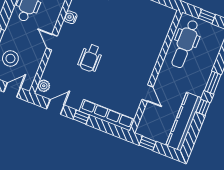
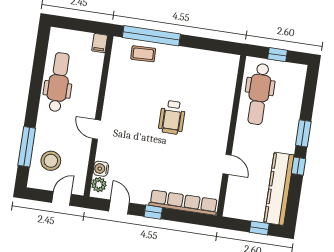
water cooler: (70, 17) -> (101, 169), moved
wheelchair: (90, 58) -> (172, 117), moved
door: (55, 107) -> (119, 207), hinge flipped
window: (148, 143) -> (259, 228), moved

